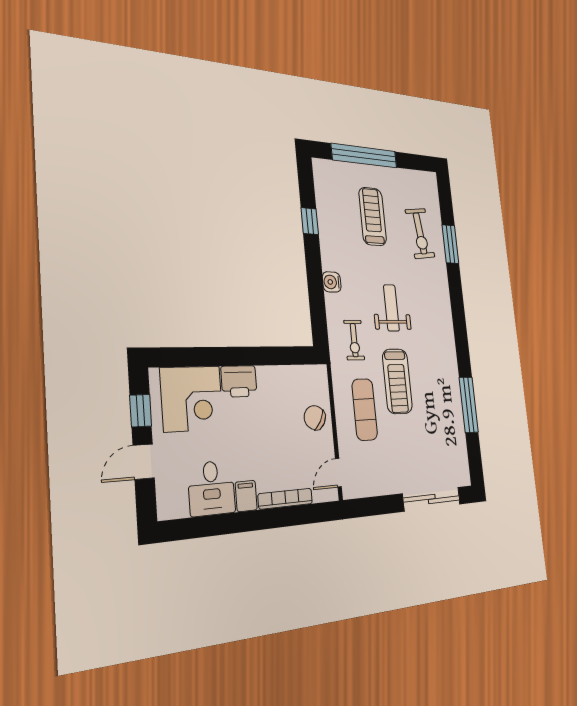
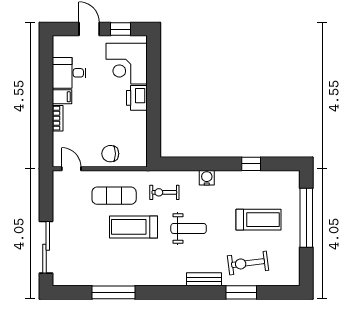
bench: (443, 290) -> (204, 279), added
chair: (315, 418) -> (110, 154), turned -121
bookcase: (285, 499) -> (58, 118), width x0.64

